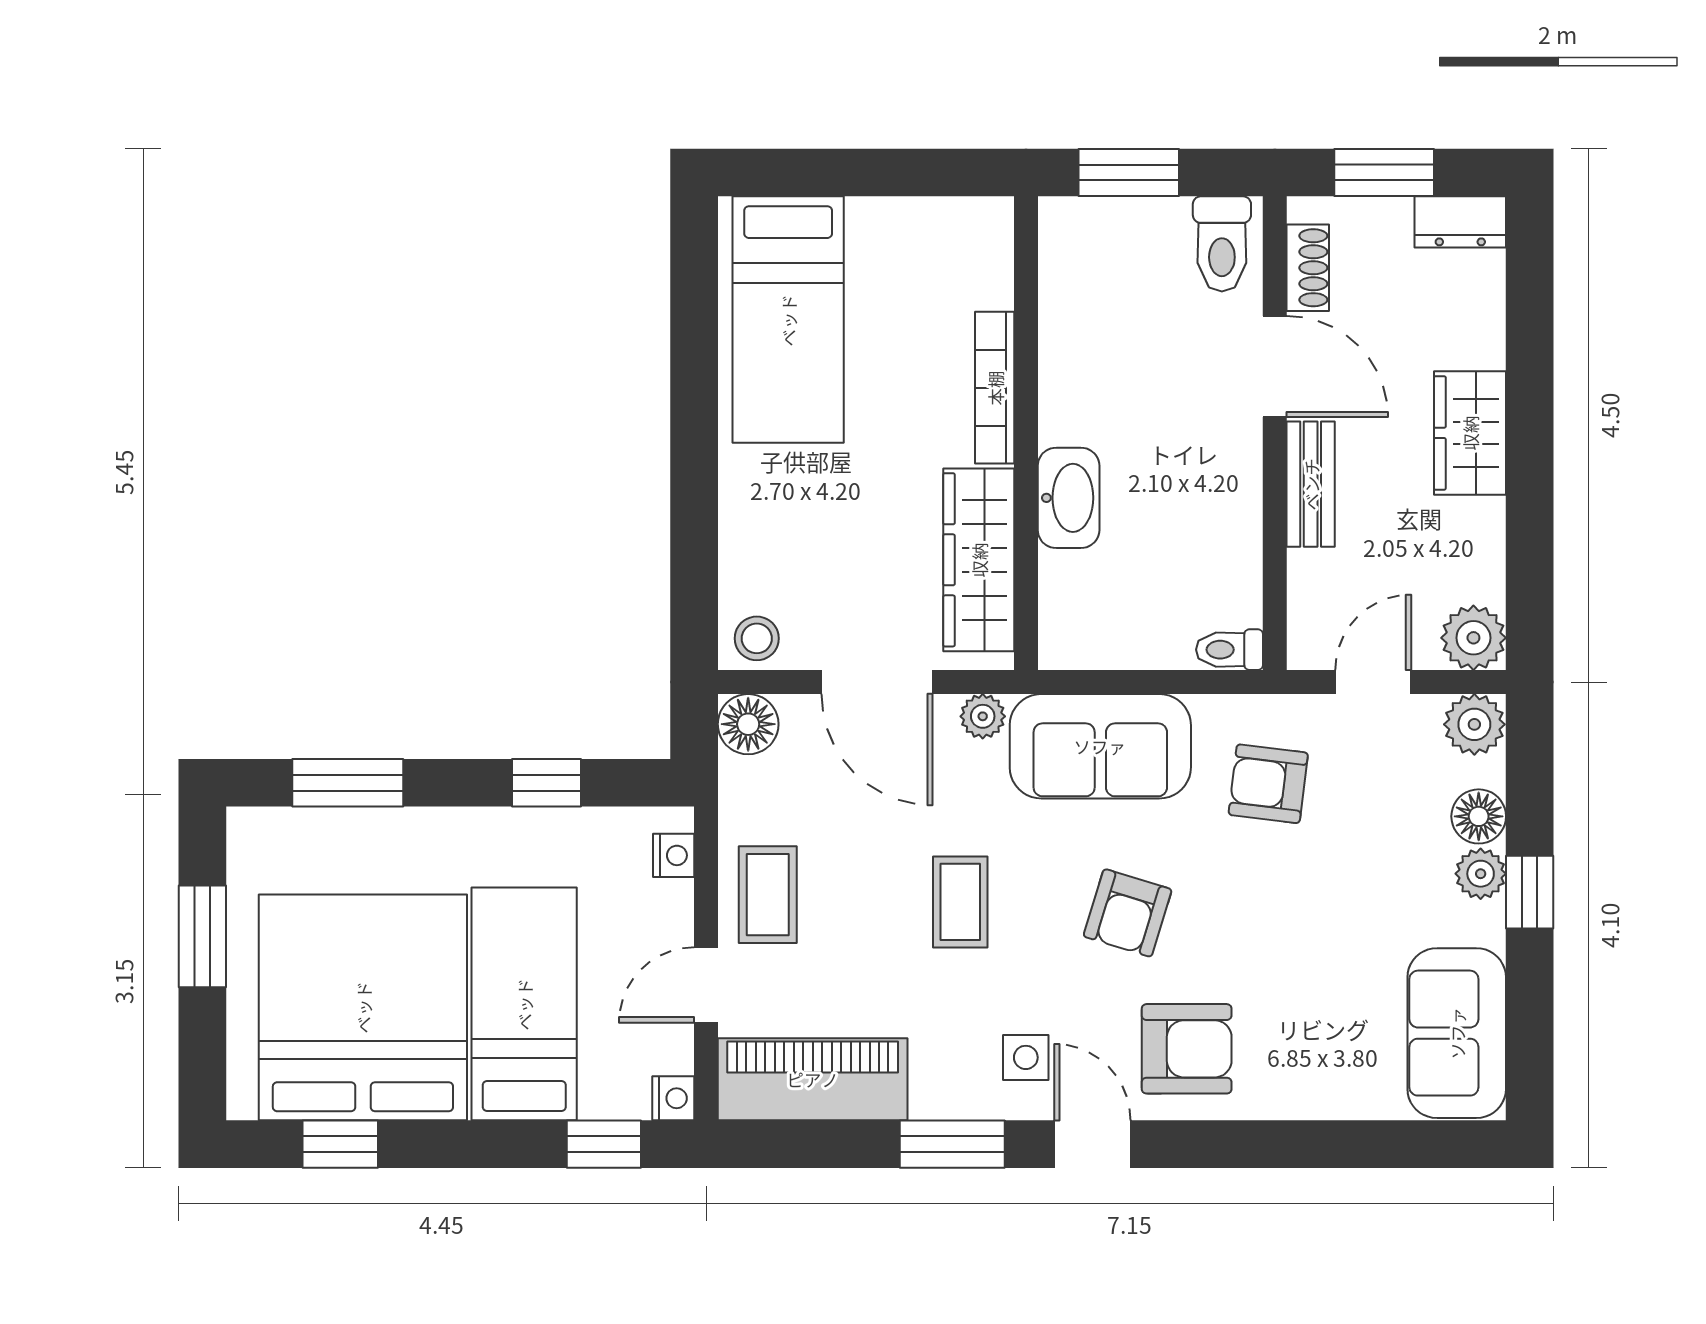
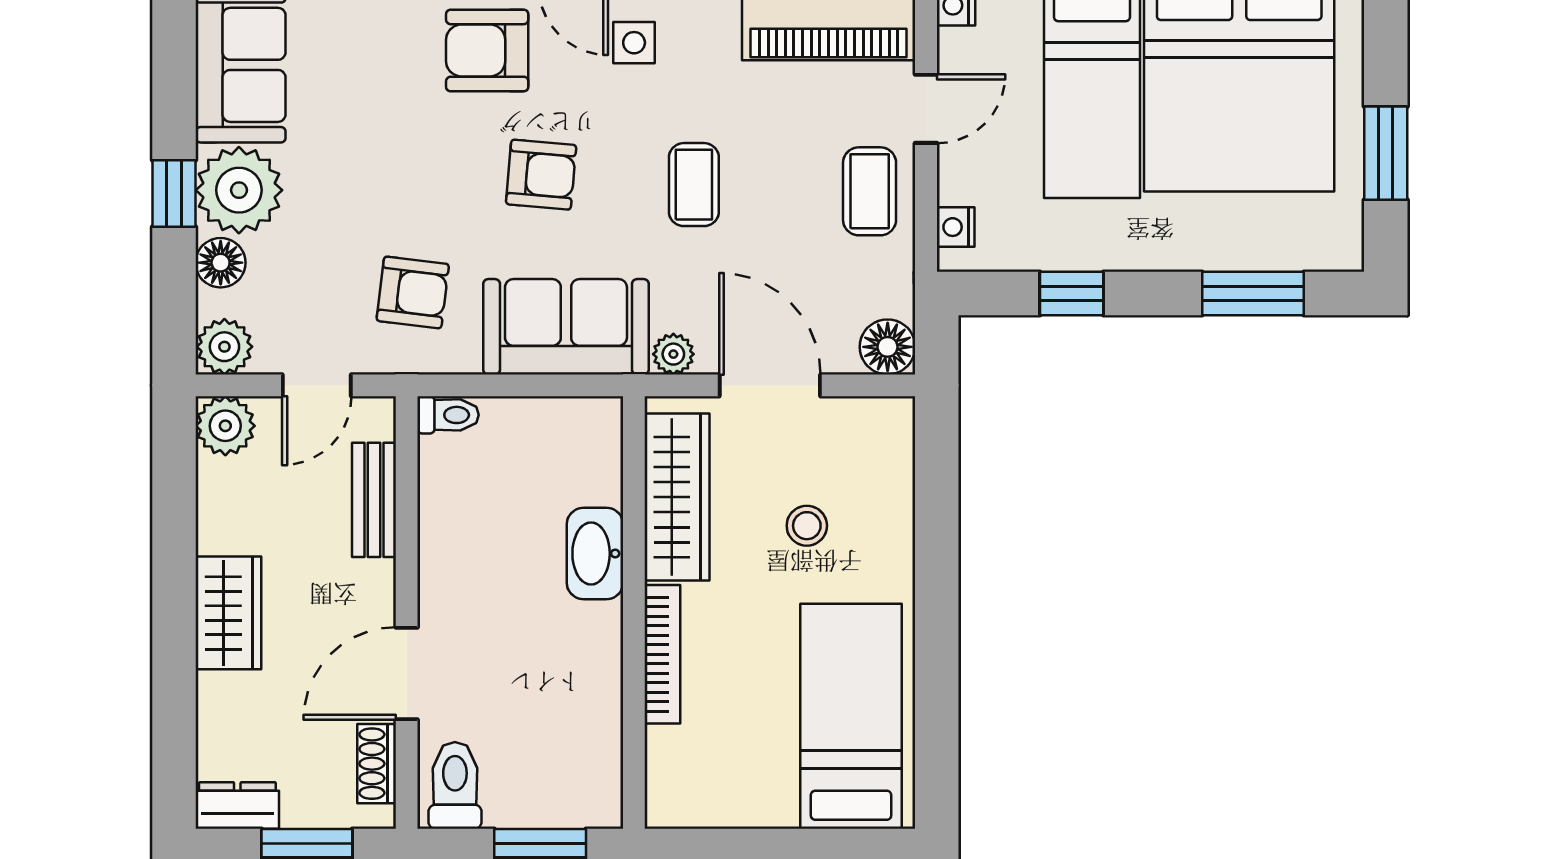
door: (1275, 366) -> (407, 673), hinge flipped
bench: (1311, 484) -> (374, 500), moved
stool: (757, 638) -> (807, 526), moved
plant: (1481, 874) -> (239, 190), width x1.88, depth x1.88
armchair: (1128, 913) -> (541, 175), turned 78

